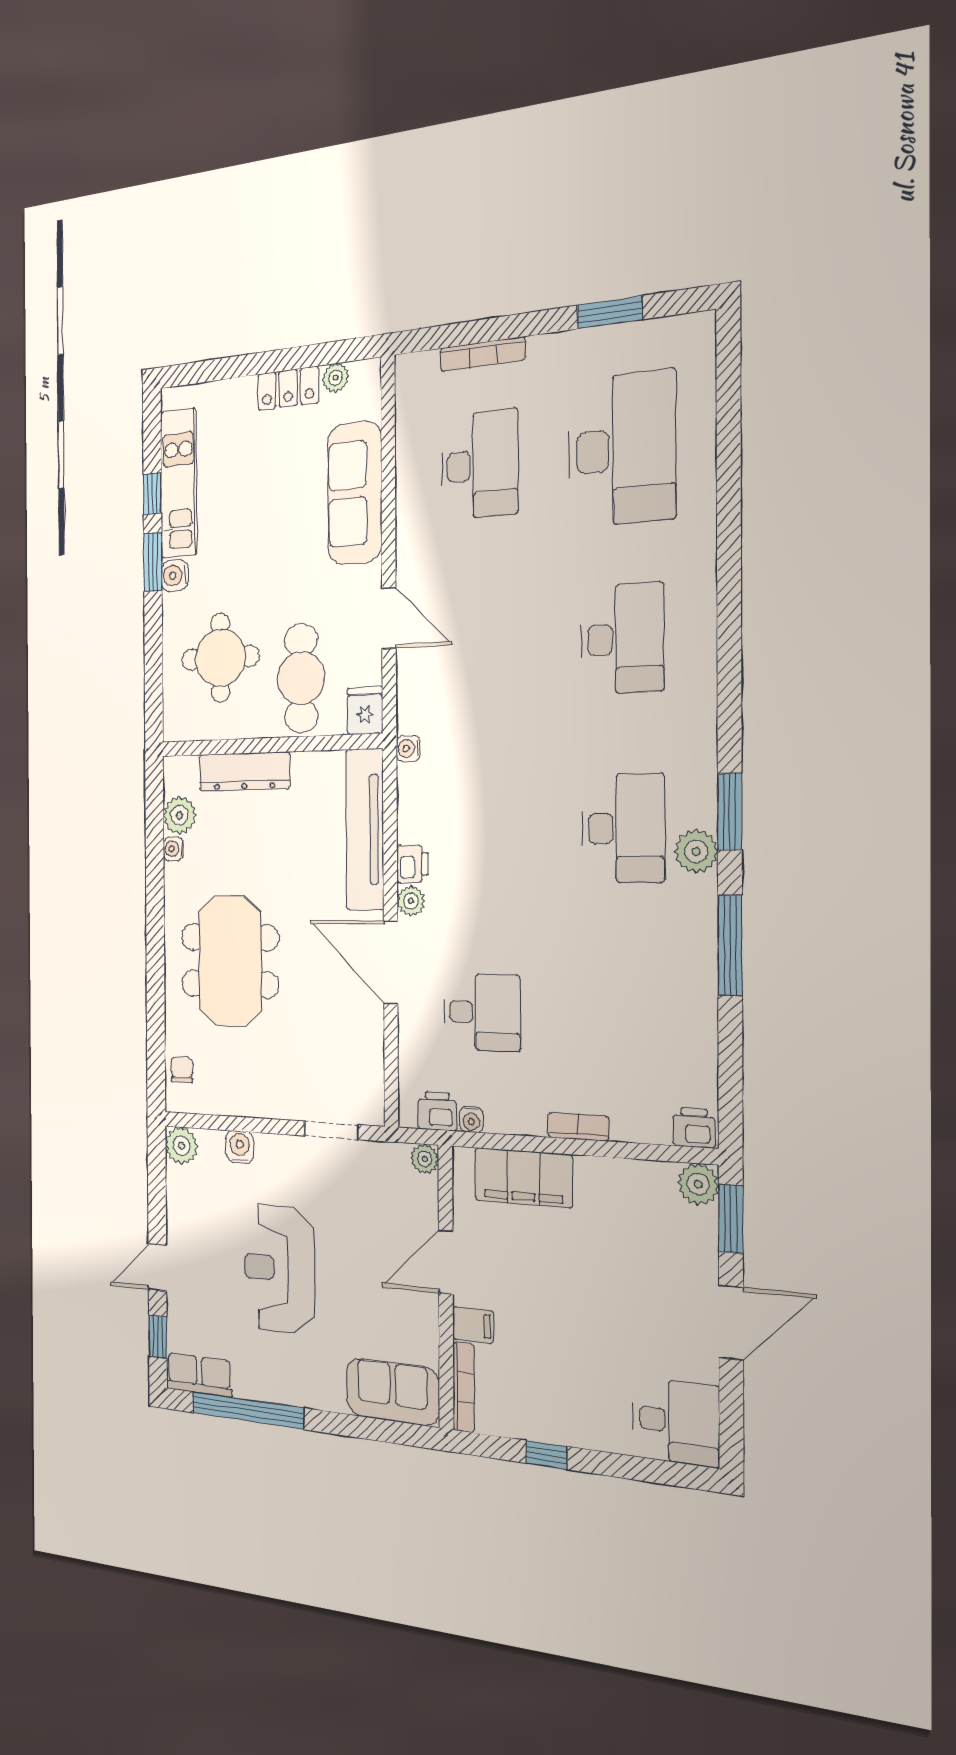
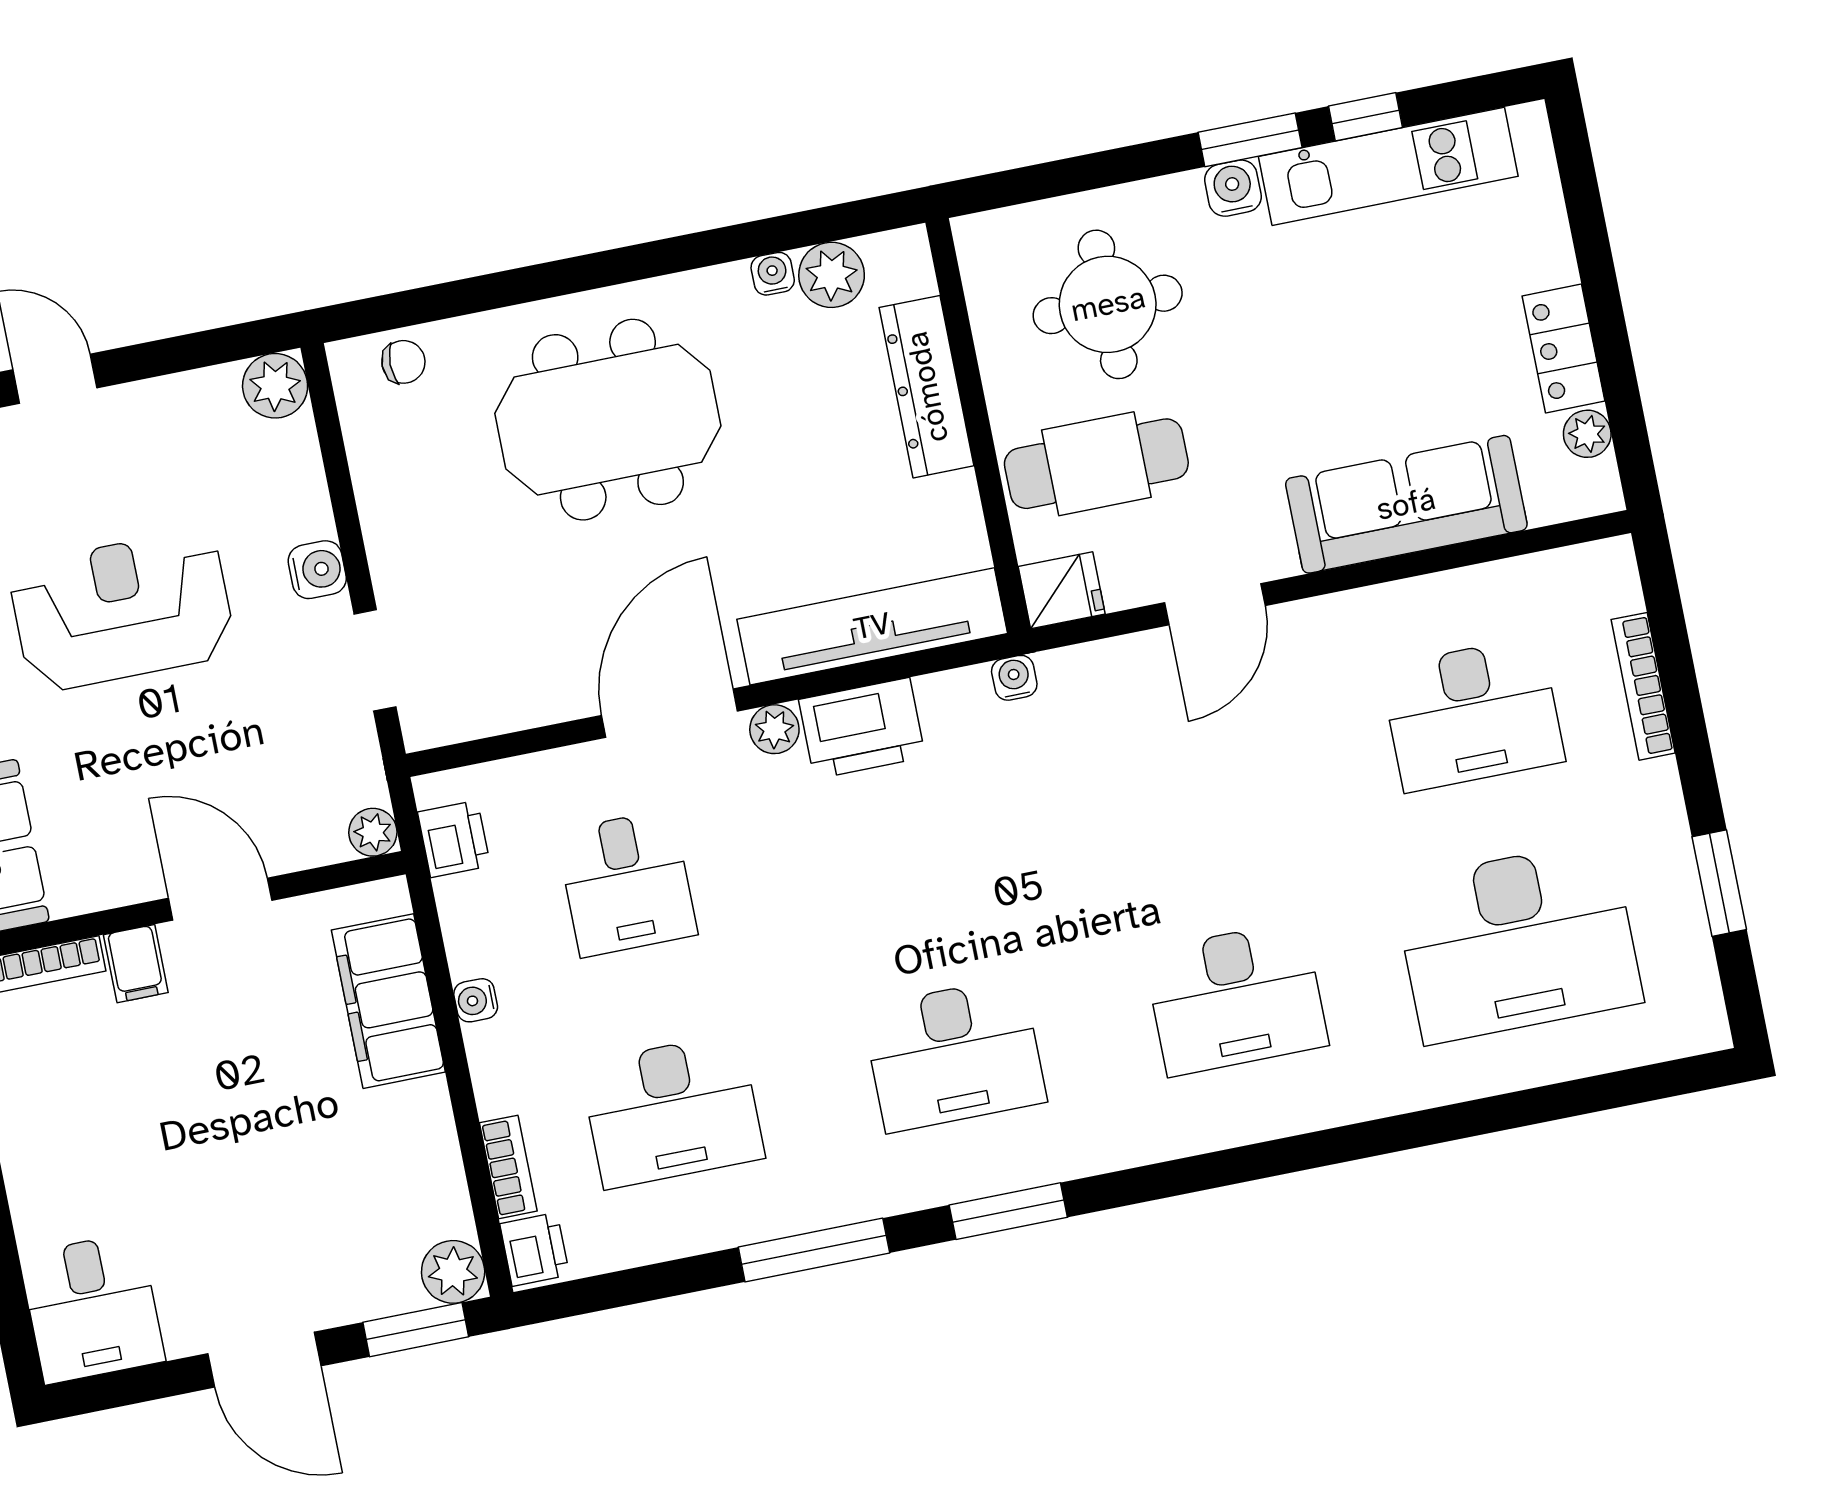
plant: (696, 851) -> (941, 1173), removed
printer: (412, 864) -> (862, 728), width x1.87, depth x1.48
desk: (624, 1017) -> (672, 1111), added
water cooler: (471, 1120) -> (476, 1000), moved
bookcase: (578, 1127) -> (508, 1167), moved
water cooler: (240, 1147) -> (317, 570), moved

